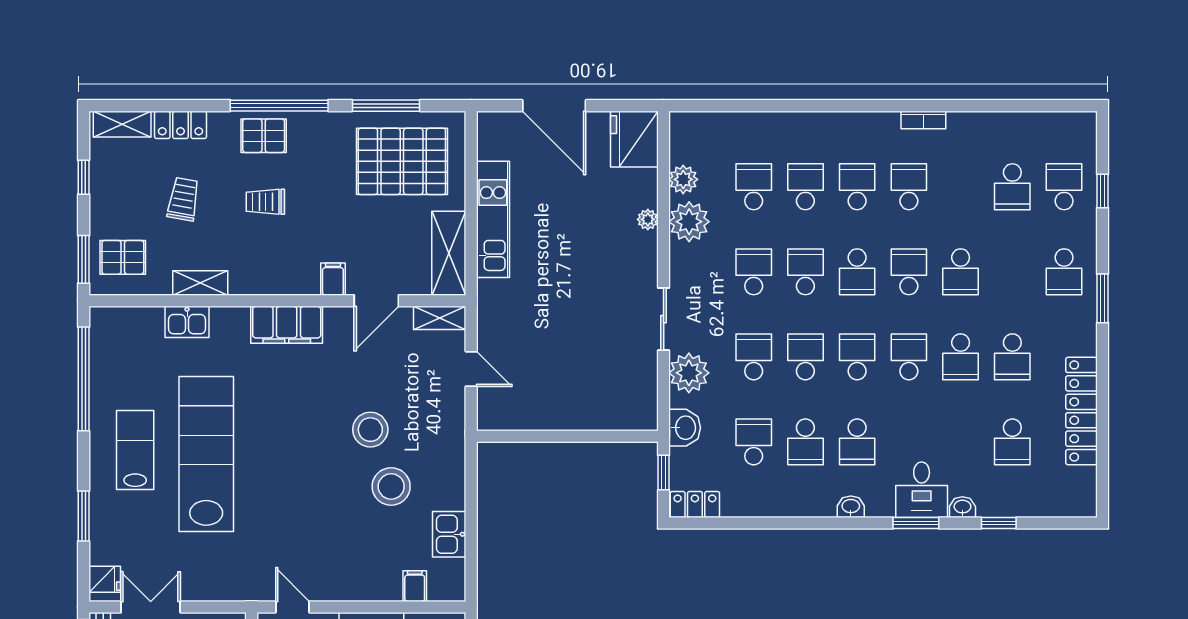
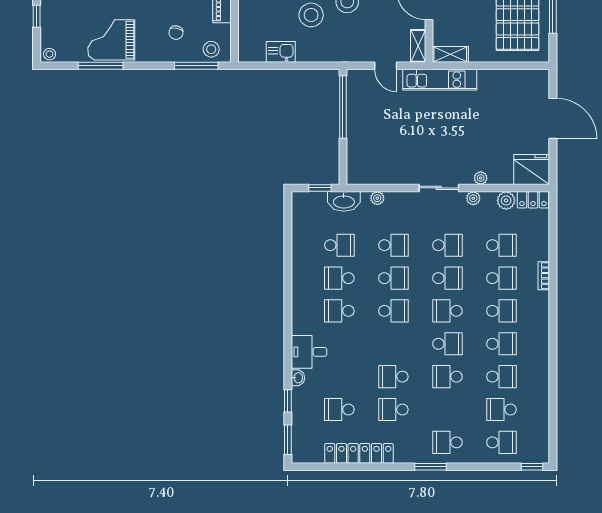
door: (554, 106) -> (553, 118), swing flipped
bookcase: (923, 120) -> (544, 276), moved
window: (1102, 191) -> (532, 467), moved
kitchen unit: (493, 219) -> (440, 80), moved
plant: (689, 222) -> (473, 198), width x0.53, depth x0.53
shelving: (449, 253) -> (450, 54), width x0.67, depth x0.75
sliding door: (664, 319) -> (439, 188), moved
school desk: (909, 357) -> (501, 377), moved
door: (471, 369) -> (386, 66), hinge flipped
plant: (689, 373) -> (377, 198), width x0.53, depth x0.53
washbasin: (685, 428) -> (344, 201), width x1.38
window: (536, 436) -> (343, 107), added
locker: (695, 504) -> (533, 200), moved, turned 90
washbasin: (851, 507) -> (298, 307), removed
window: (916, 523) -> (288, 440), moved
filing cabinet: (415, 586) -> (248, 30), removed

